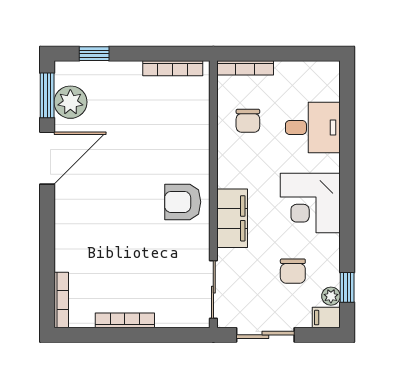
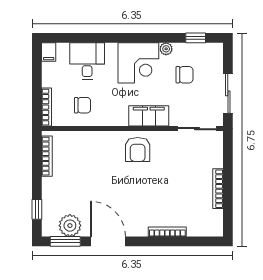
plant: (331, 296) -> (166, 49), moved
bookcase: (61, 300) -> (167, 232), moved
filing cabinet: (326, 318) -> (49, 52), moved

